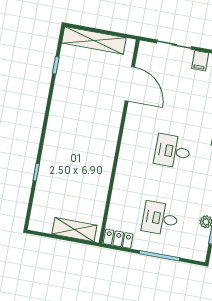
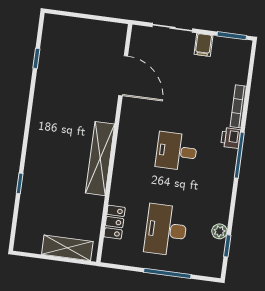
shelving: (94, 40) -> (100, 159), moved, turned 90
desk: (160, 218) -> (166, 230), width x1.37
locker: (118, 239) -> (115, 222), moved, turned 90

